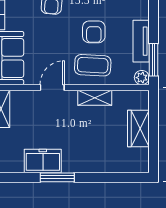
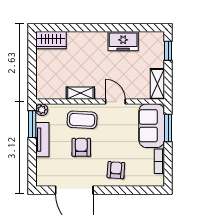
door: (52, 87) -> (115, 102), swing flipped
wardrobe: (138, 128) -> (51, 40), moved, turned 90
window: (57, 177) -> (111, 28), removed

